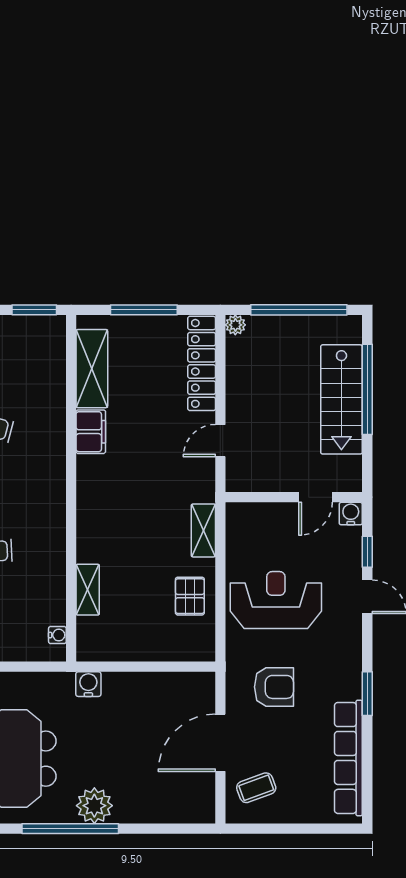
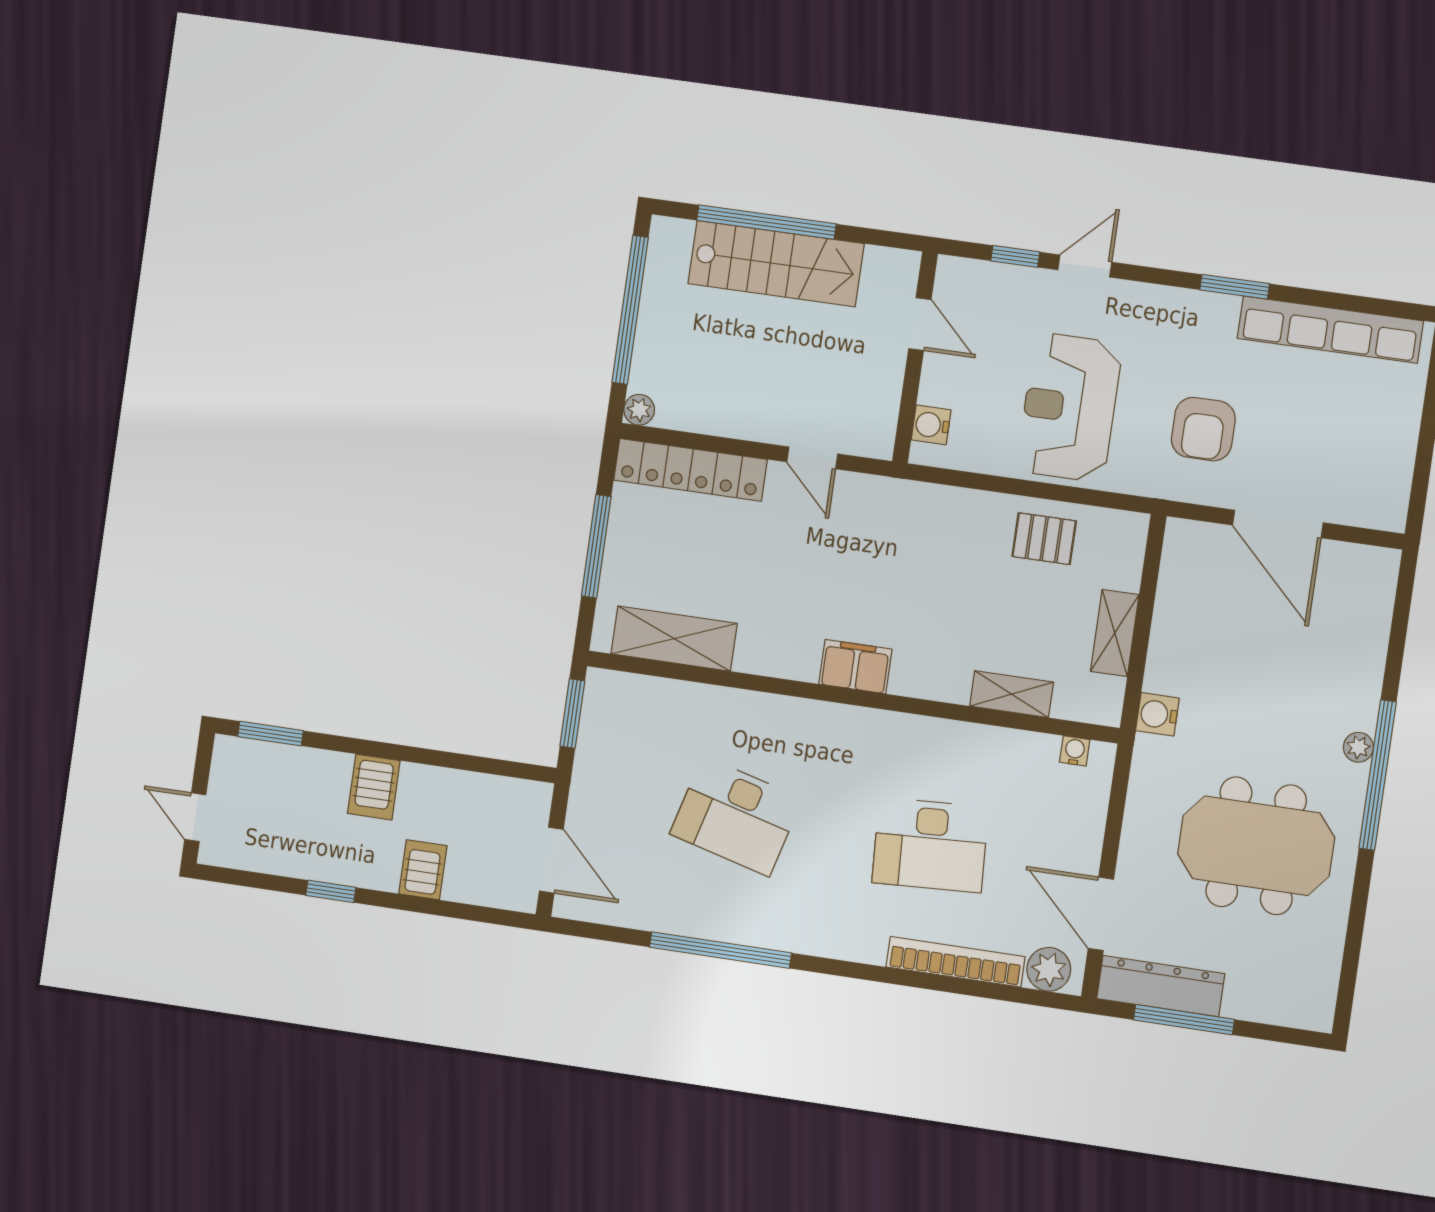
filing cabinet: (91, 432) -> (855, 667), moved
water cooler: (351, 514) -> (931, 425), moved
shelving: (203, 530) -> (1115, 633), moved, turned 90
armchair: (274, 687) -> (1203, 429), turned 180
coffee table: (256, 788) -> (1356, 478), removed
plant: (94, 806) -> (1358, 747), width x0.53, depth x0.53

